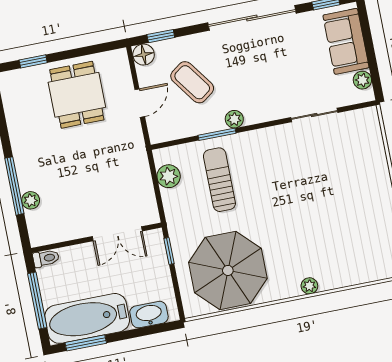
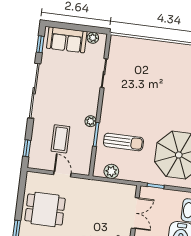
floor lamp: (144, 55) -> (34, 162), removed
coffee table: (192, 82) -> (60, 139), turned -54
sun lounger: (219, 180) -> (123, 142), turned 180

